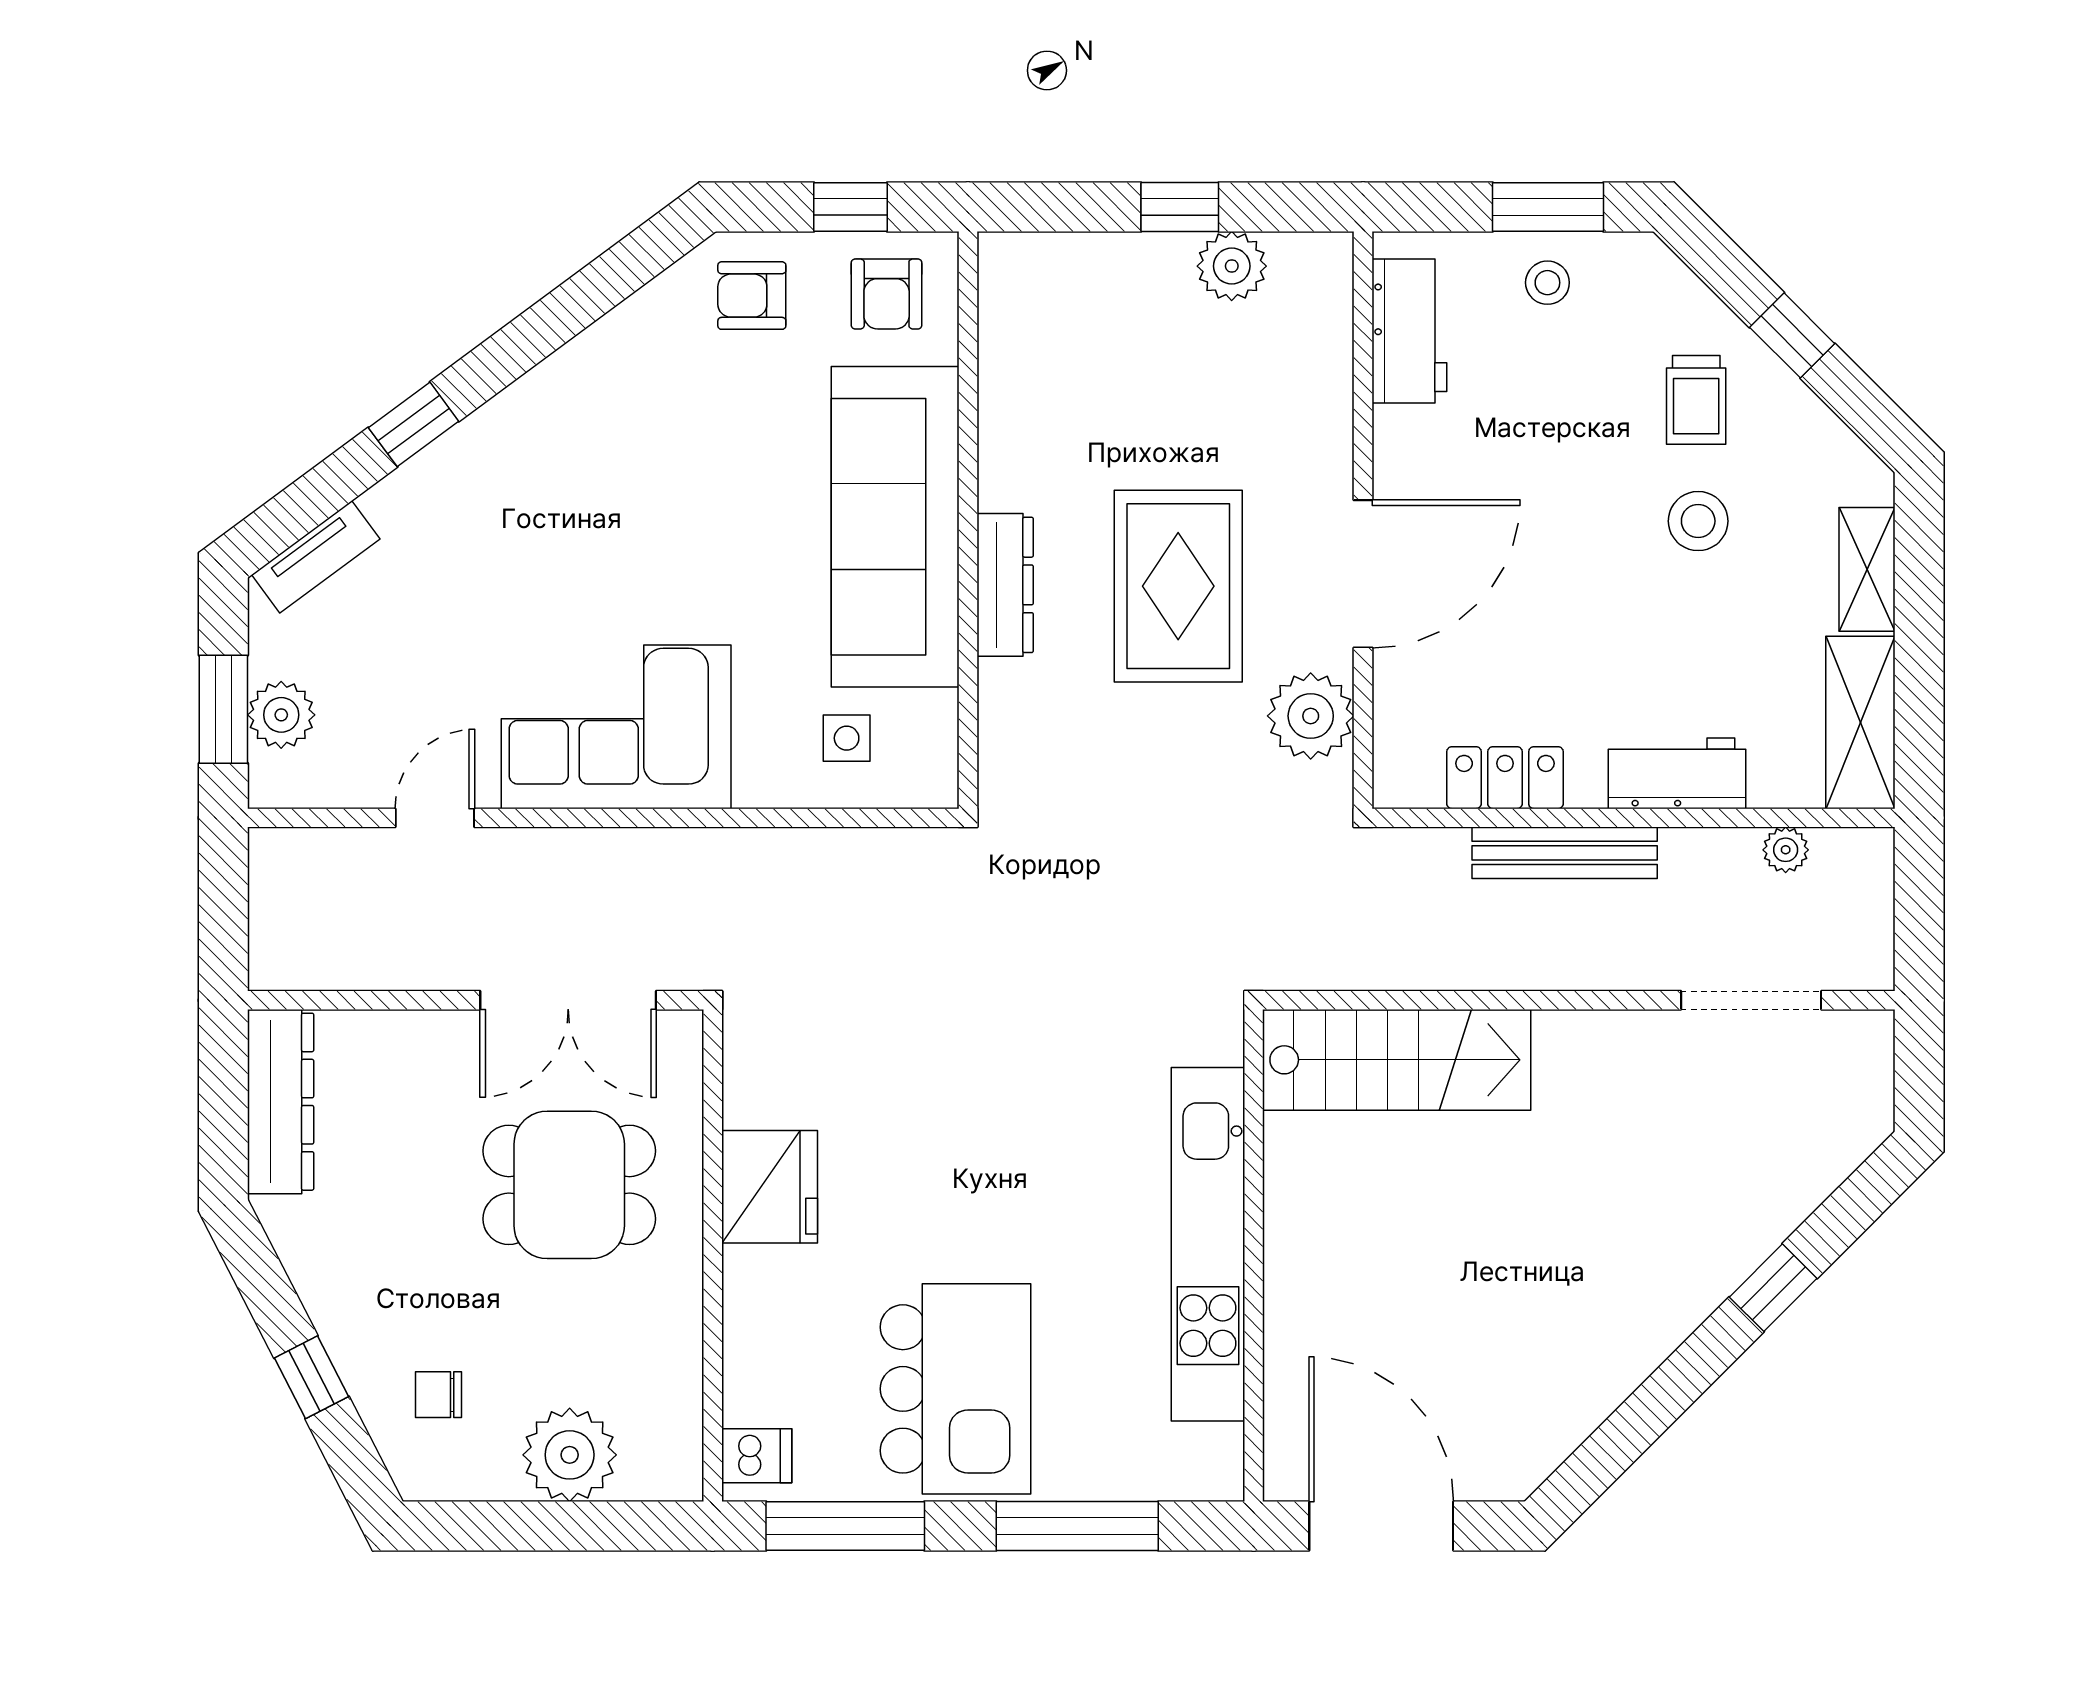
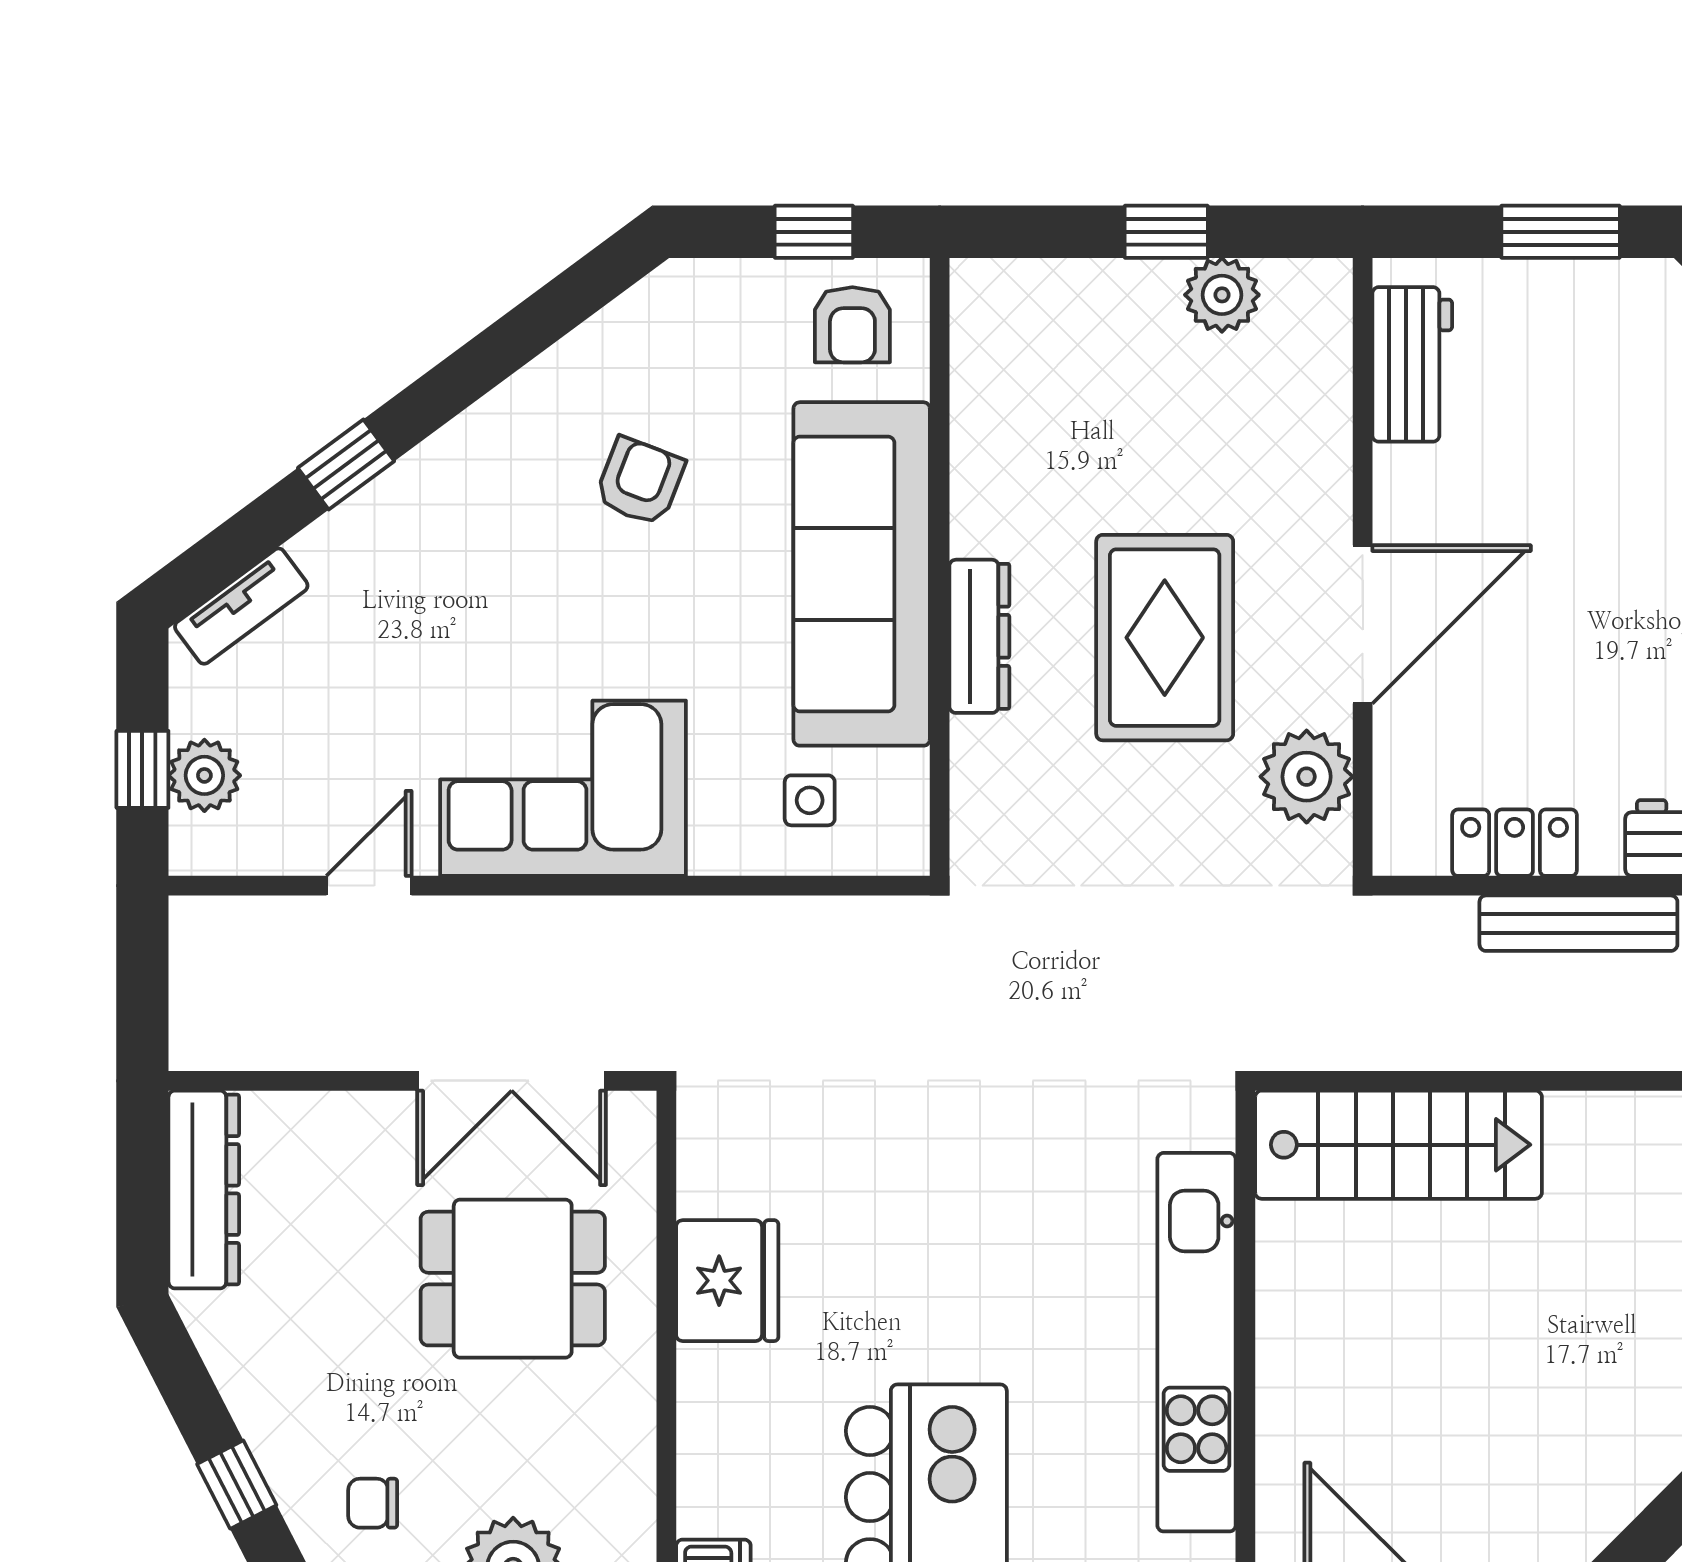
stool: (1547, 283) -> (1560, 313), removed
armchair: (752, 296) -> (640, 481), moved, turned 111
window: (223, 709) -> (142, 769), width x0.67

